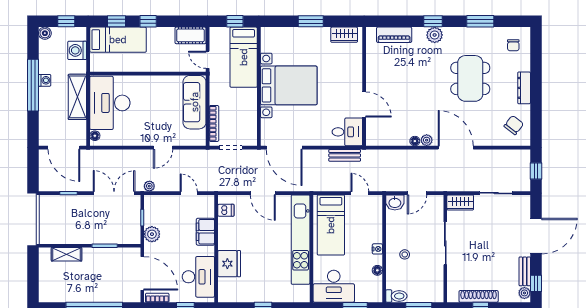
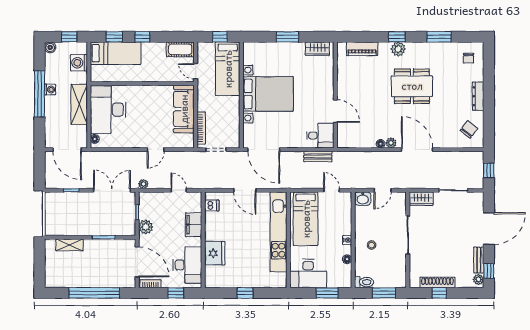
dining table: (470, 78) -> (412, 86), moved, turned 90

